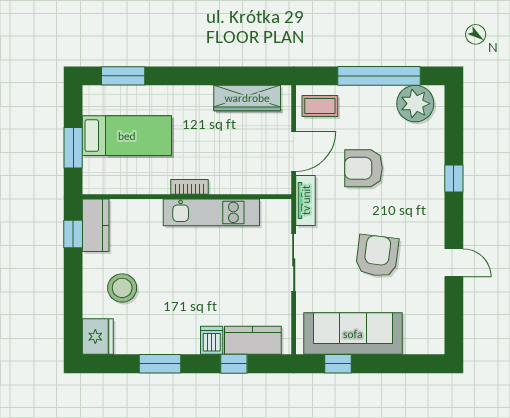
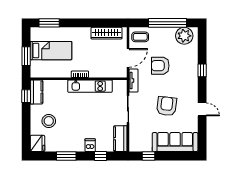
sofa: (353, 334) -> (175, 142), moved
kitchen counter: (253, 340) -> (120, 139), moved, turned -90

